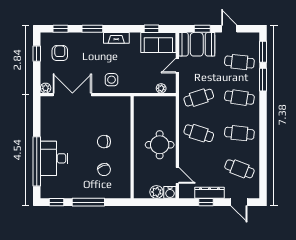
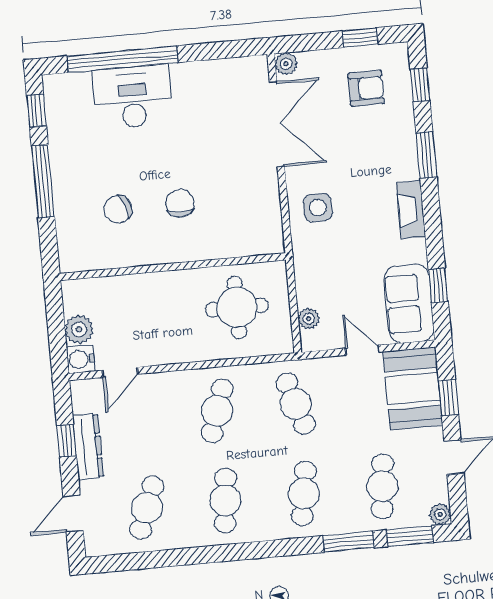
plant: (254, 37) -> (440, 514), added
round table: (160, 145) -> (237, 307), moved

